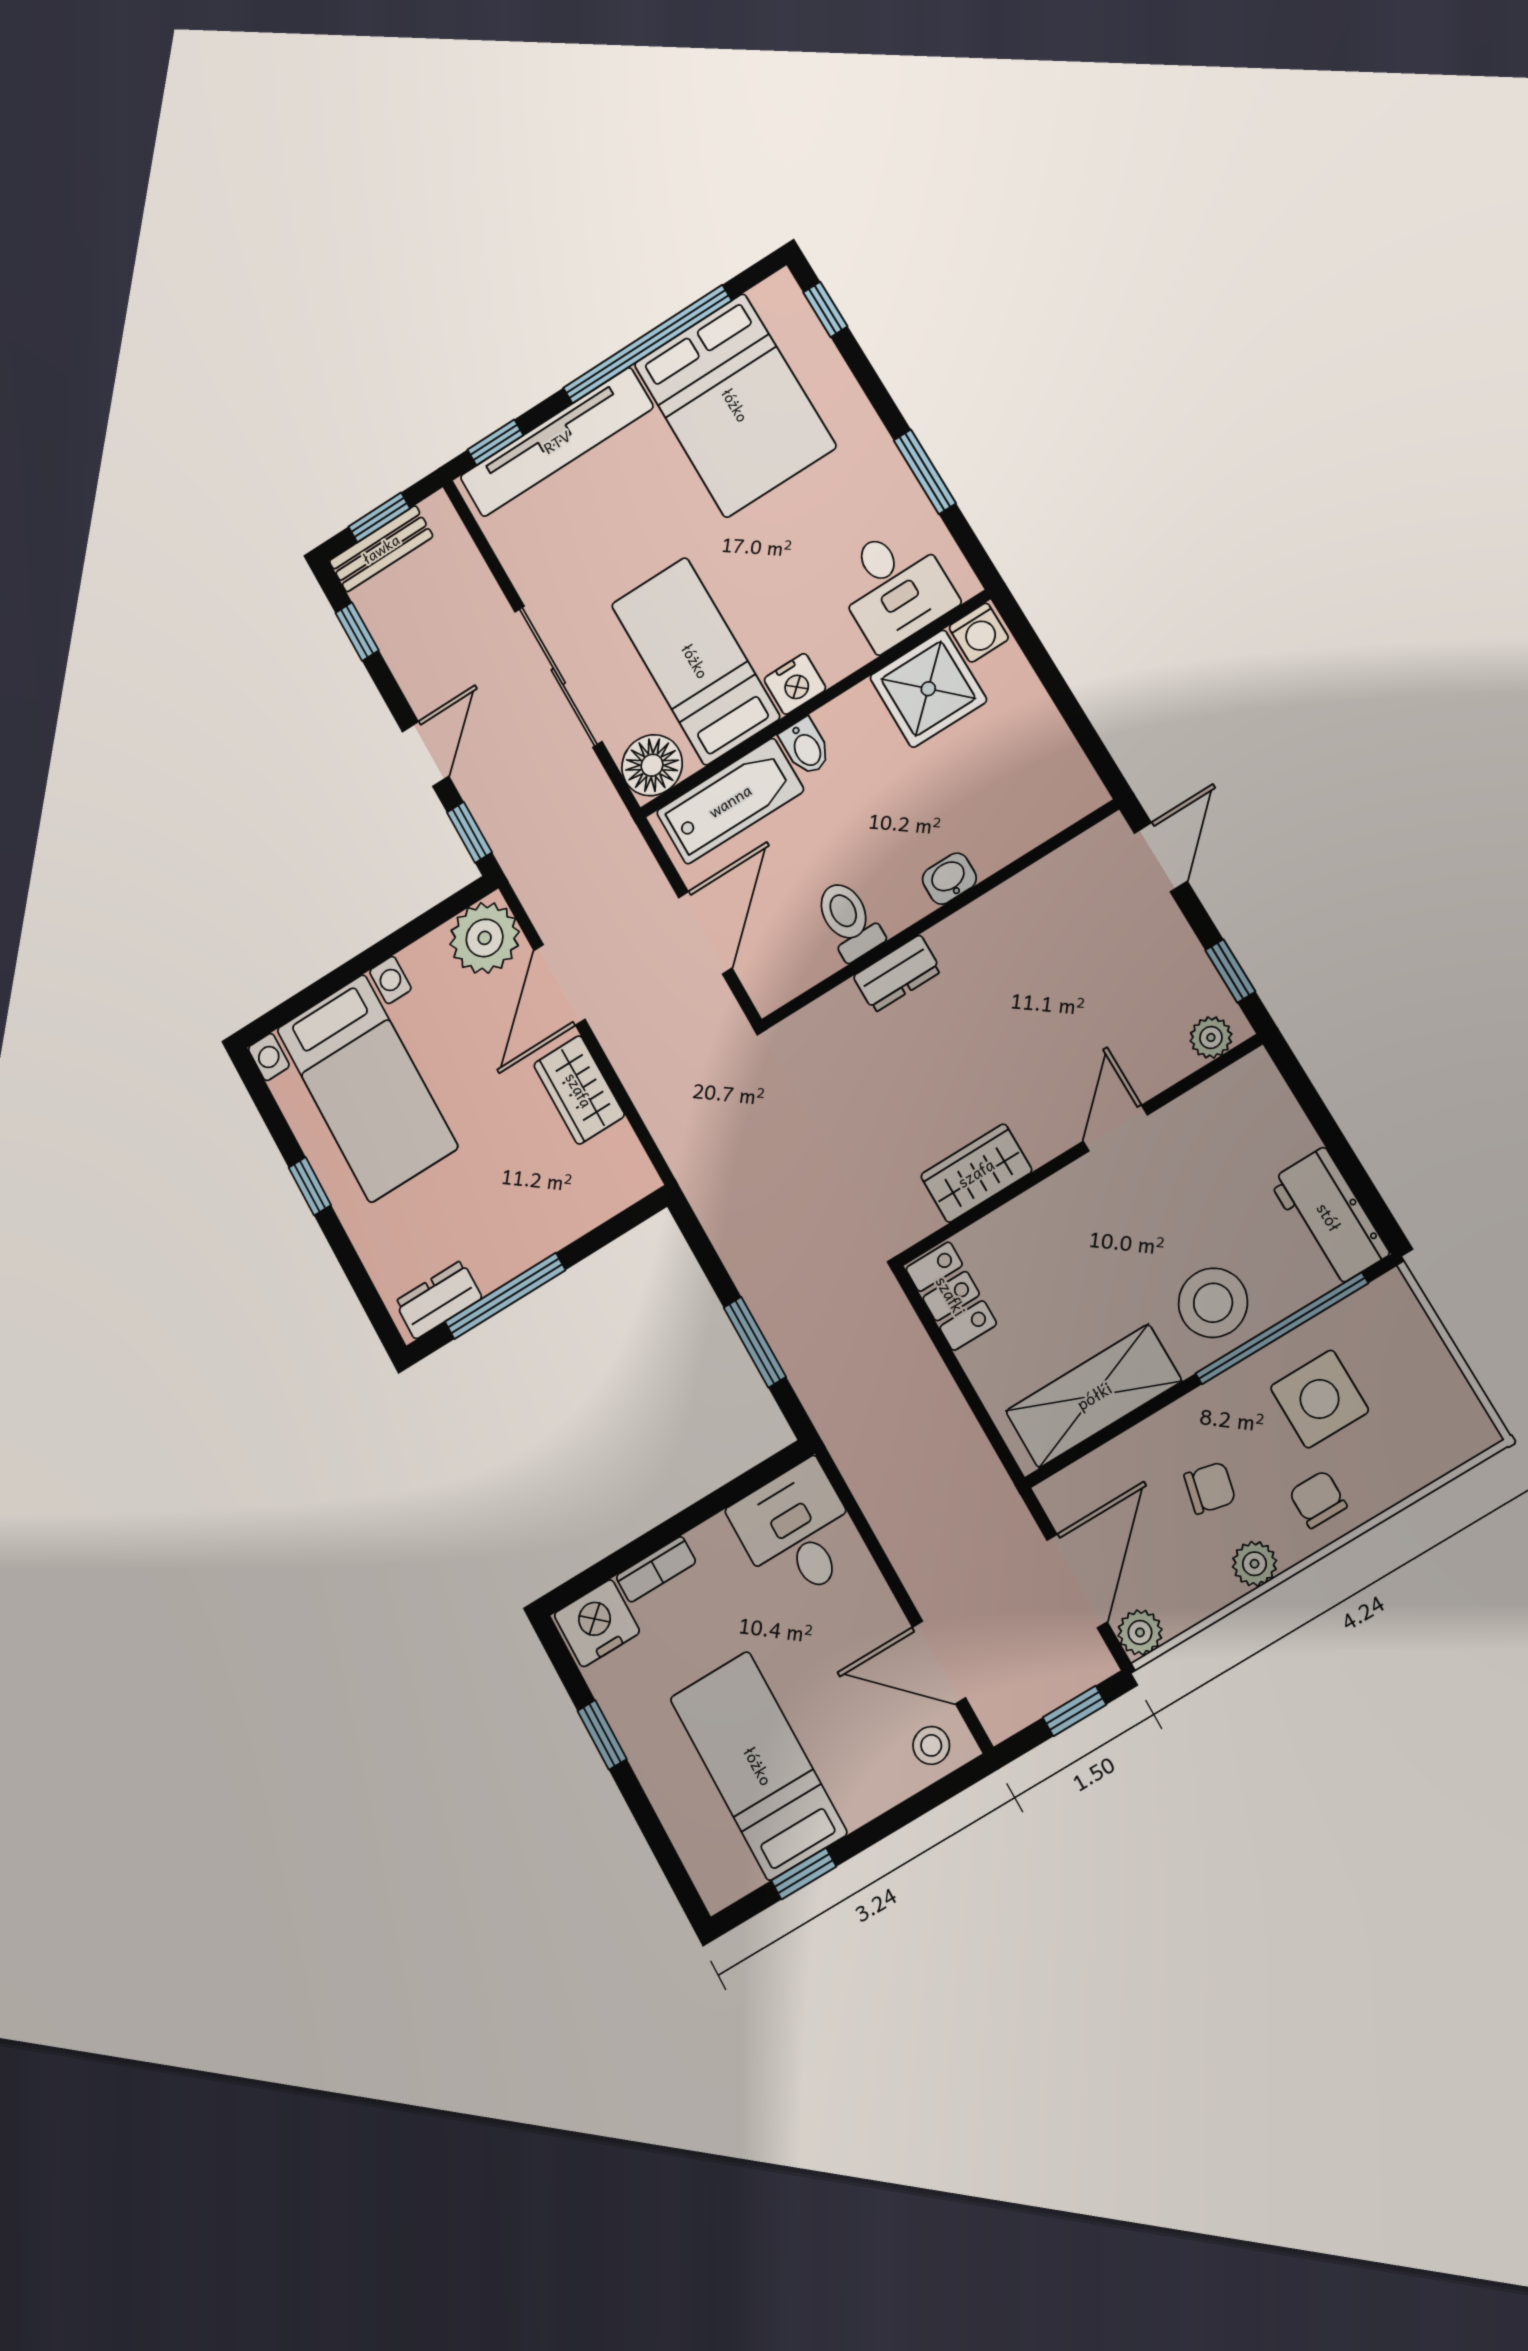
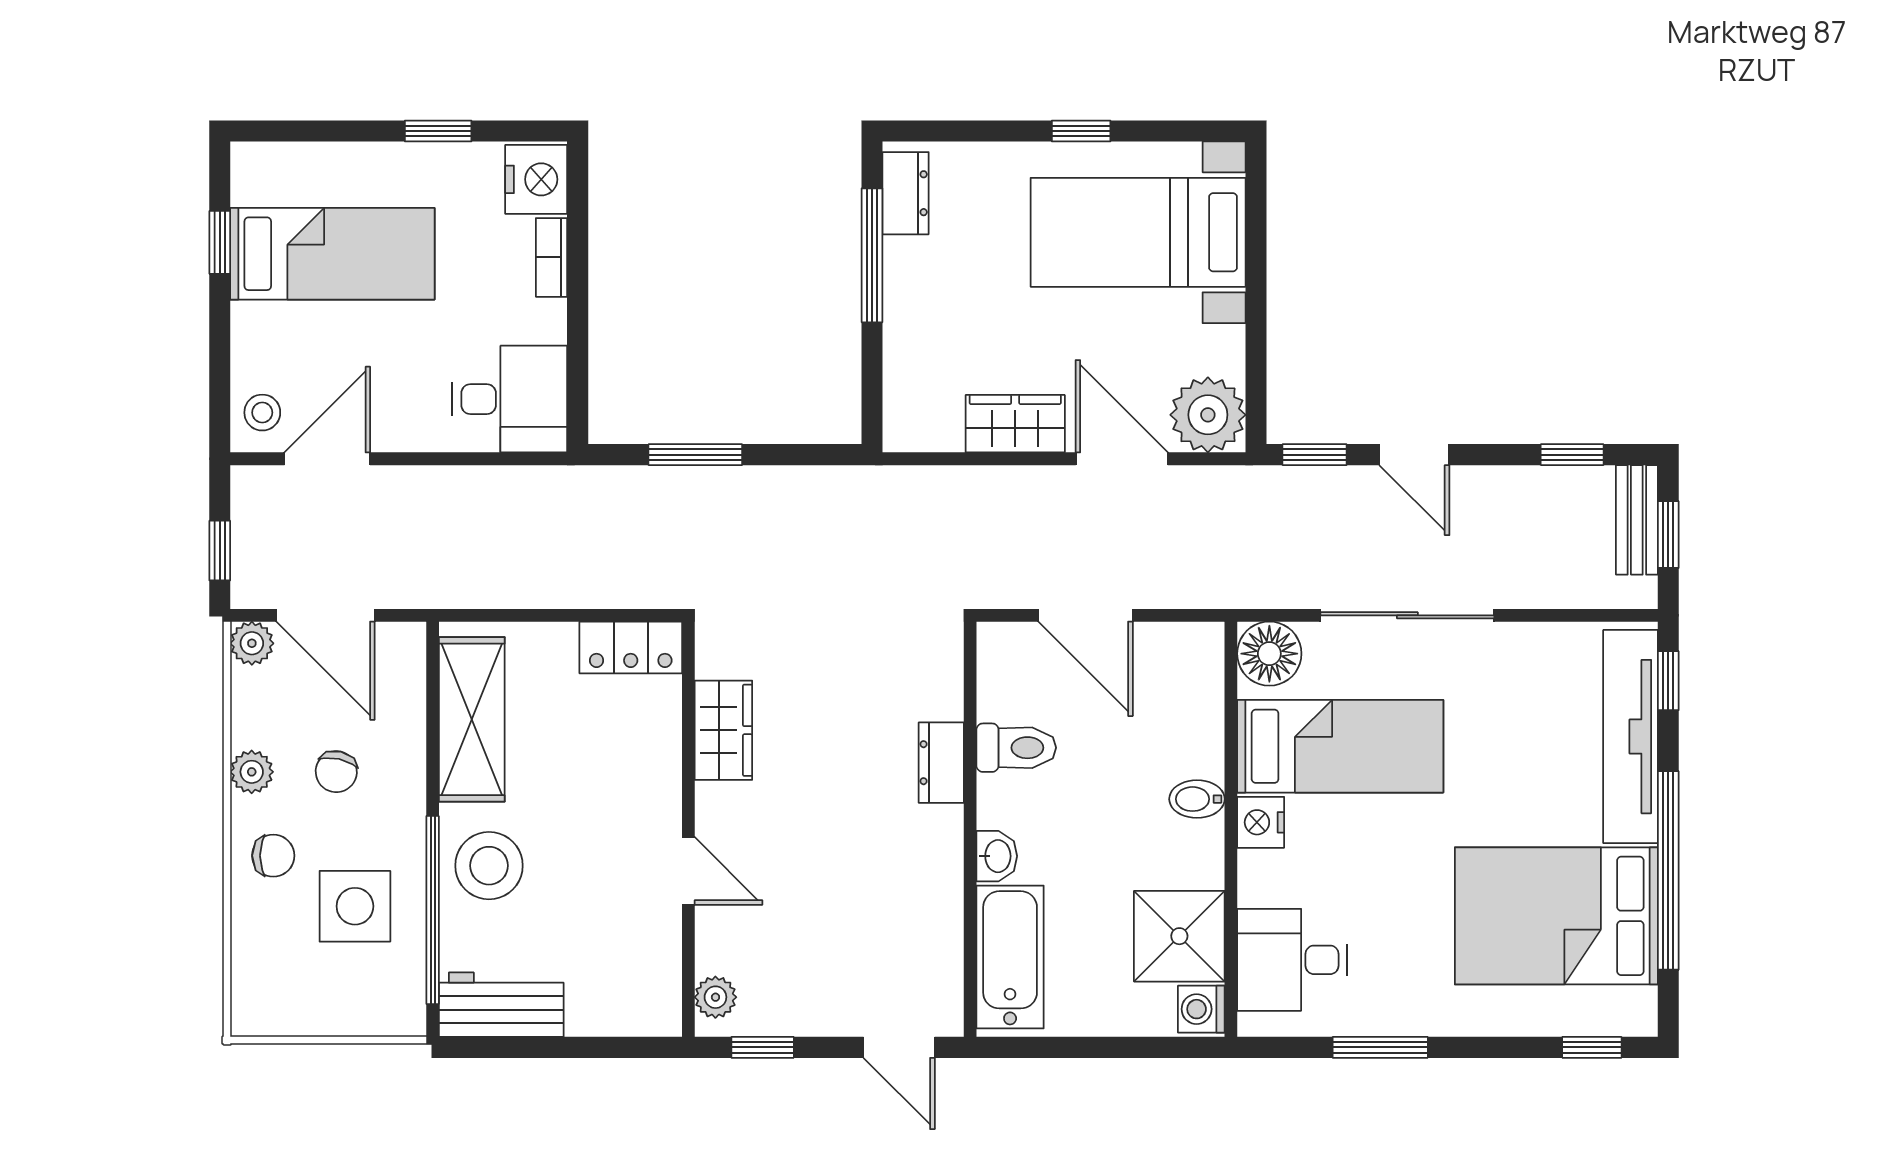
bathtub: (730, 801) -> (1010, 957), moved, turned 180

